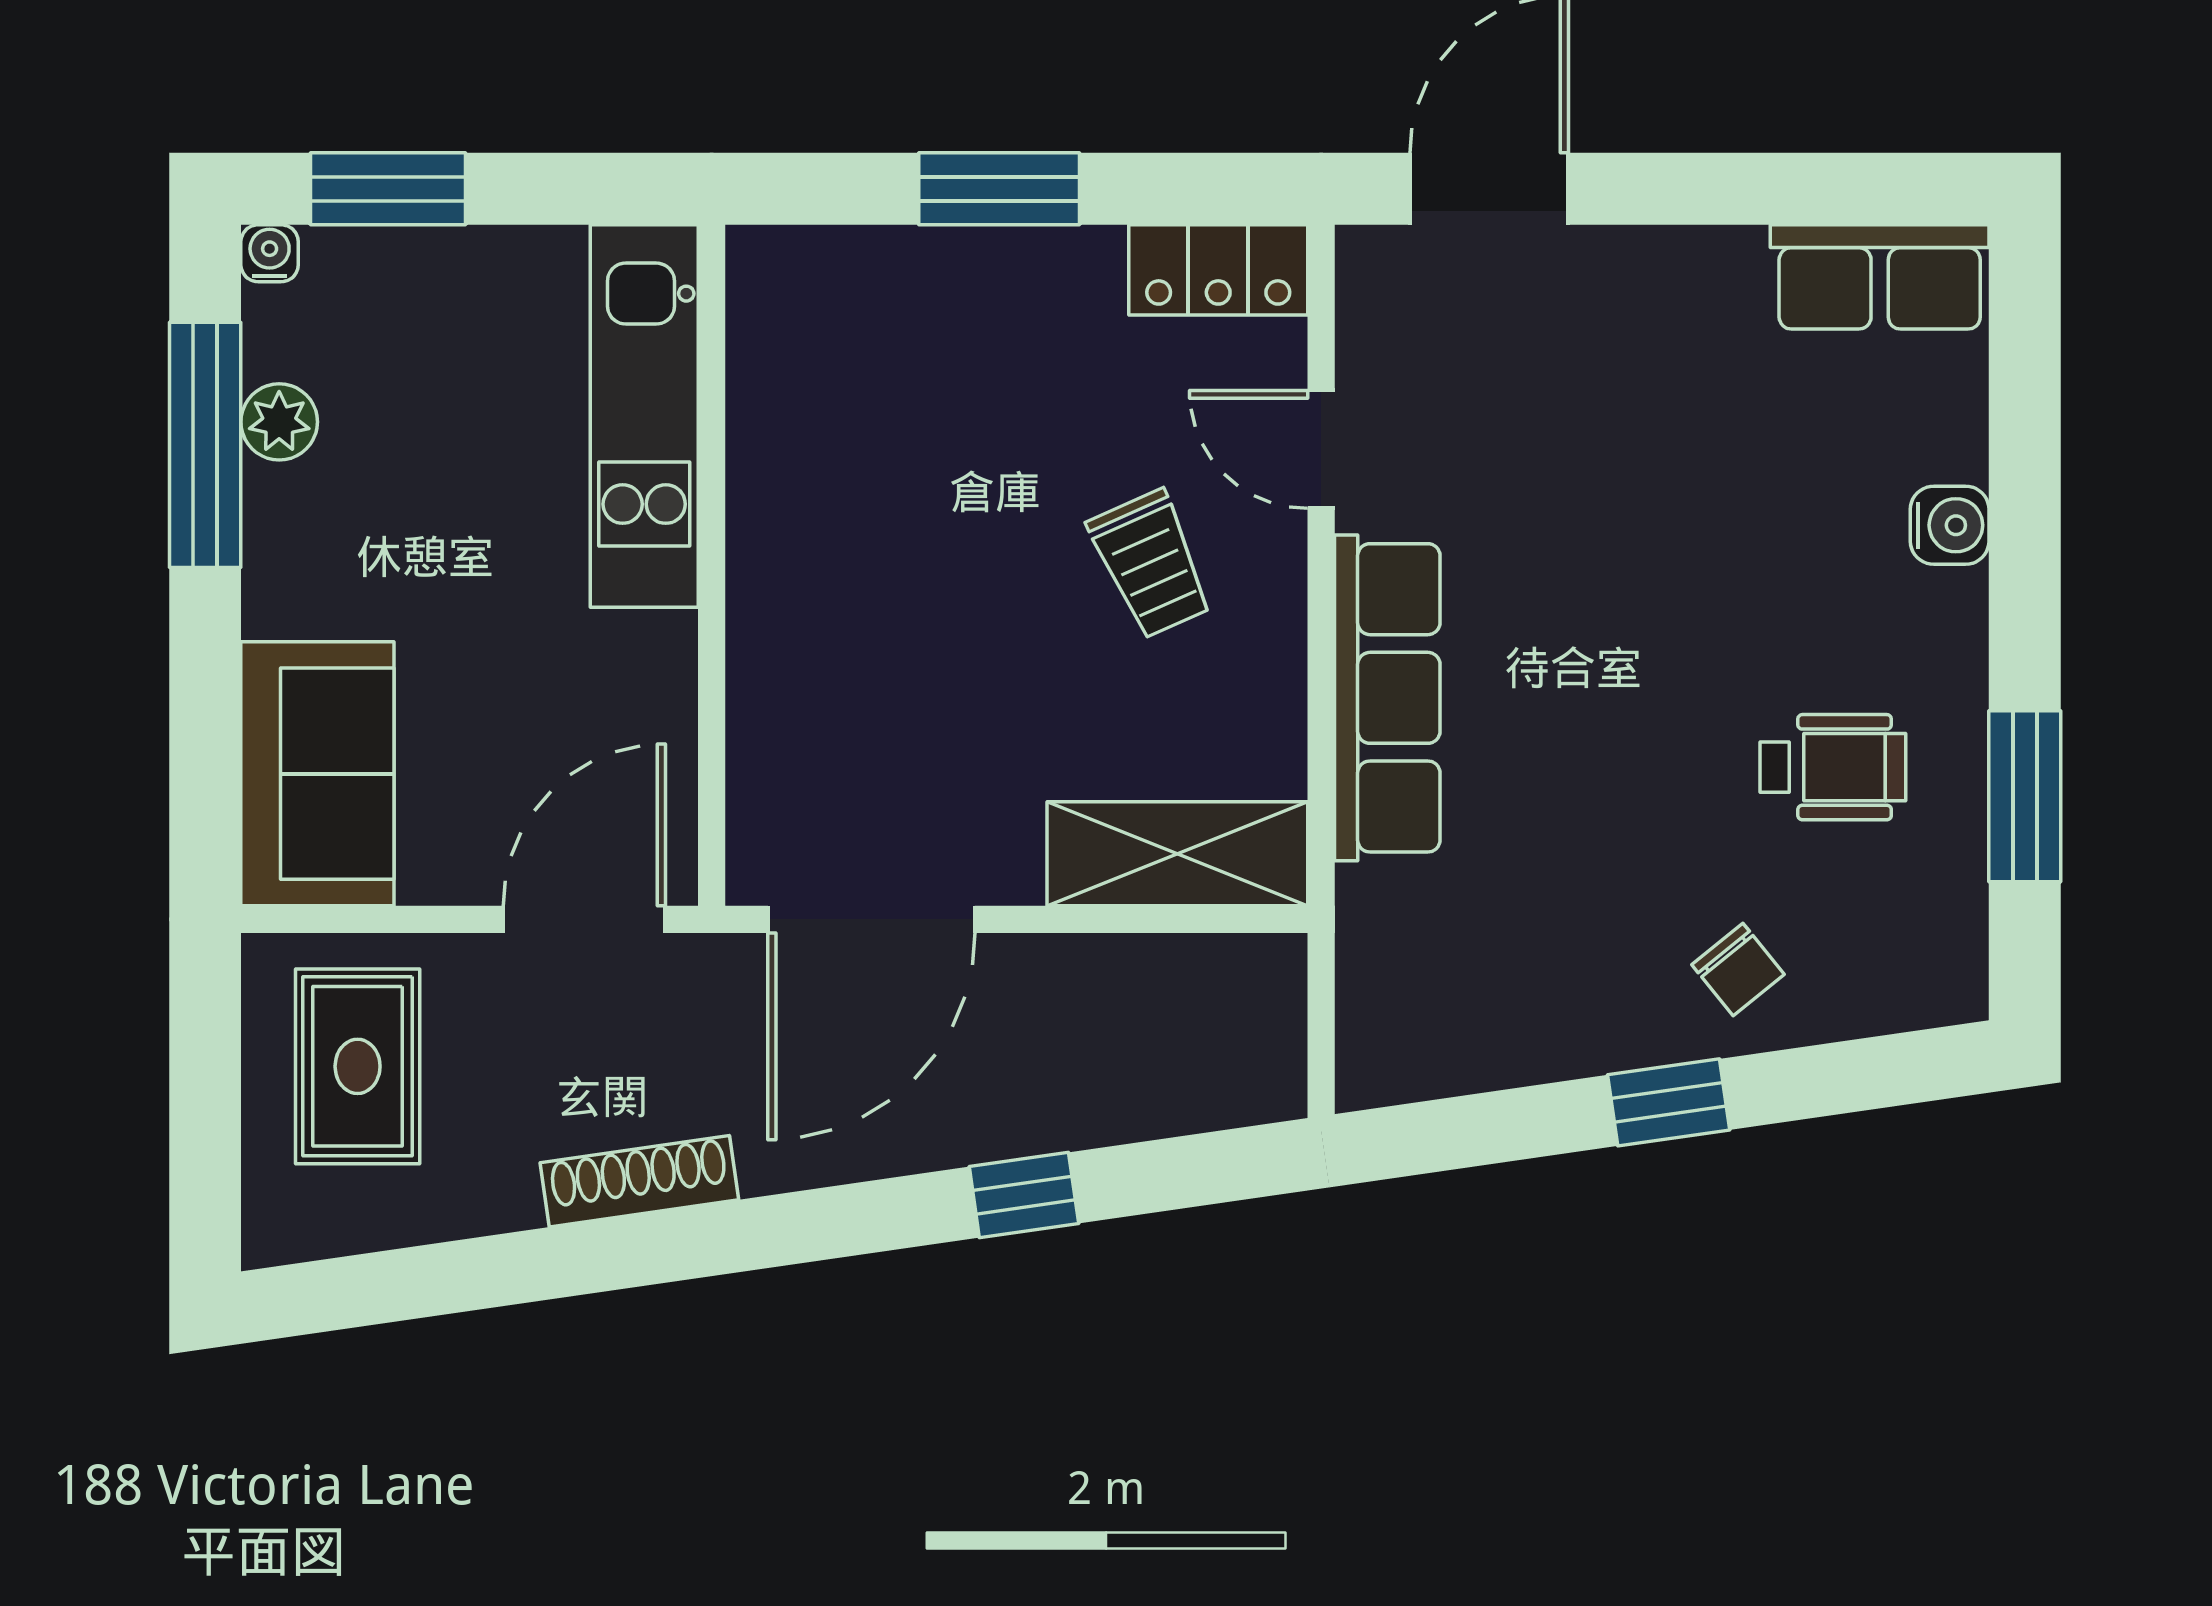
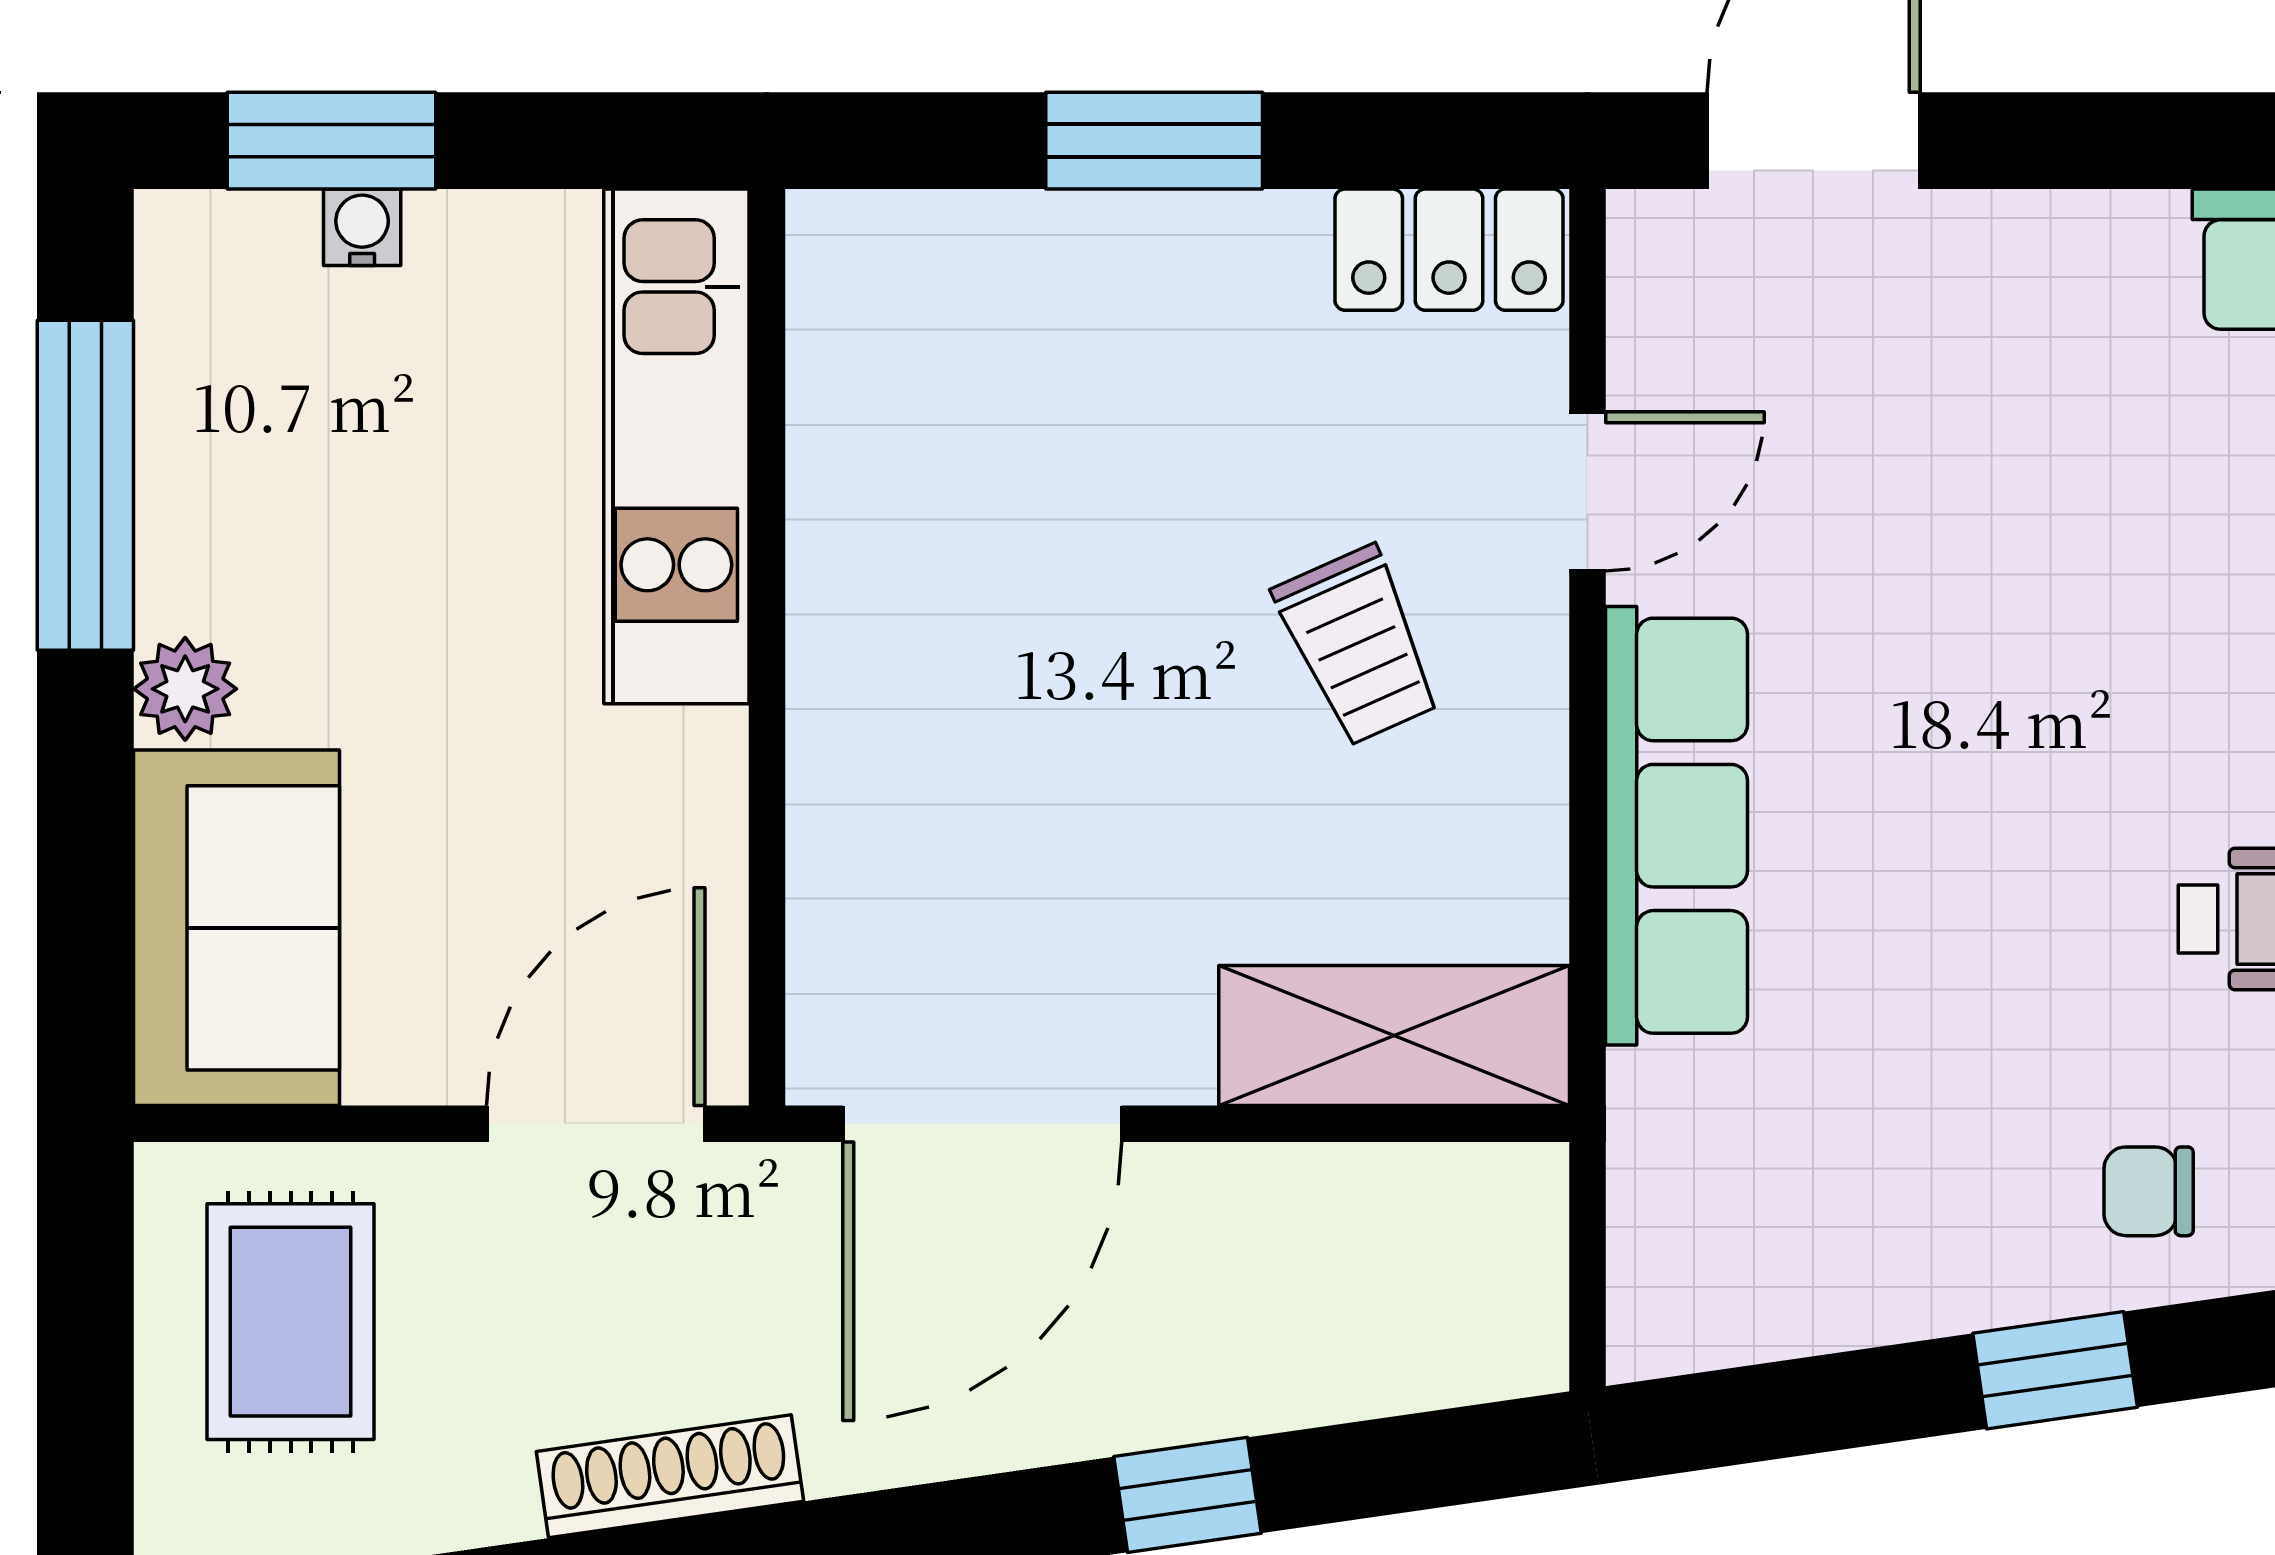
water cooler: (270, 253) -> (362, 227), moved
plant: (279, 422) -> (185, 689), moved
door: (1321, 449) -> (1587, 491), swing flipped
chair: (1738, 969) -> (2149, 1191), turned 129

